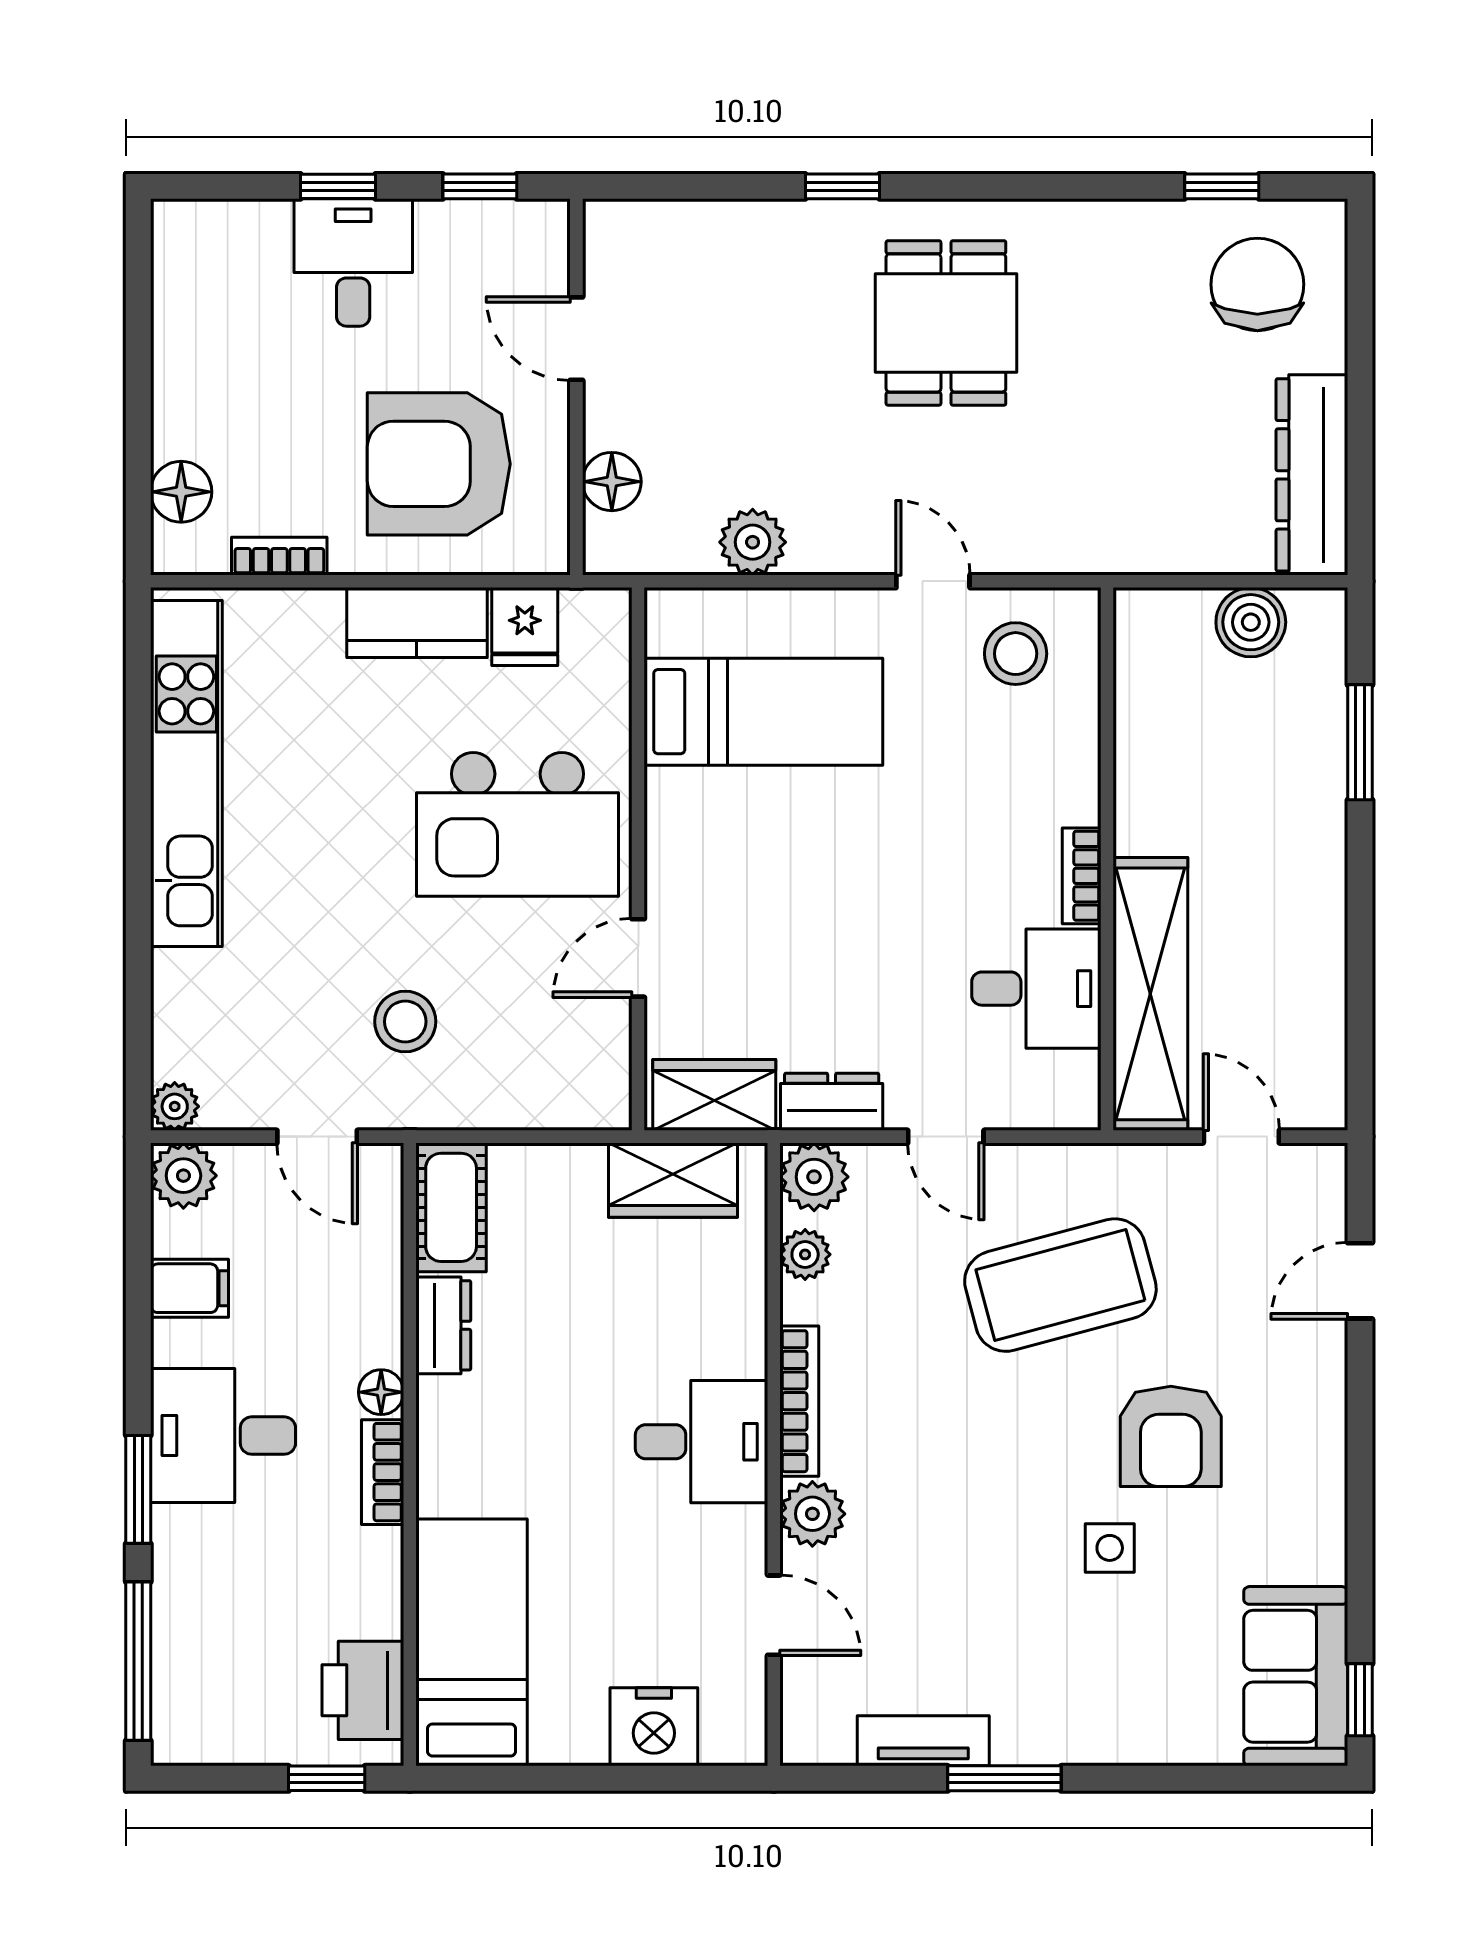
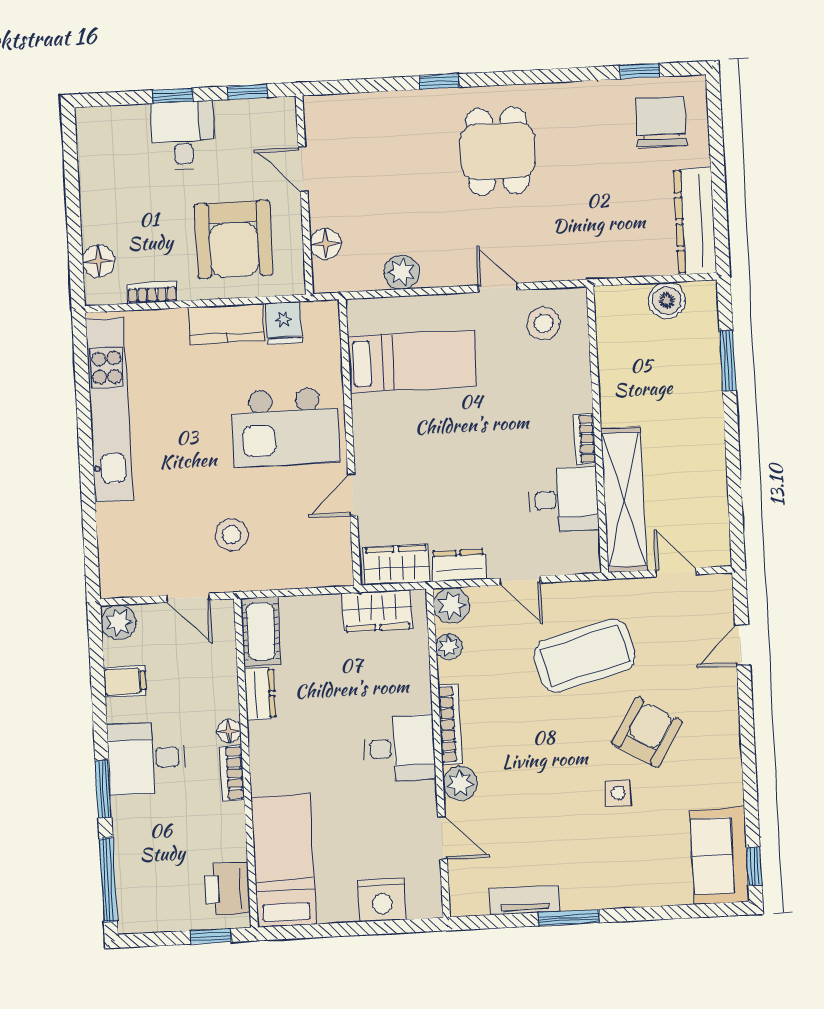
armchair: (439, 464) -> (234, 239), turned -90
plant: (175, 1106) -> (112, 586), removed
armchair: (1171, 1436) -> (647, 732), turned -149

